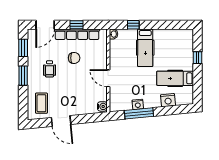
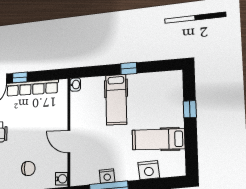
window: (76, 25) -> (20, 77), moved
window: (133, 25) -> (129, 68), moved
chair: (74, 58) -> (28, 168), moved

